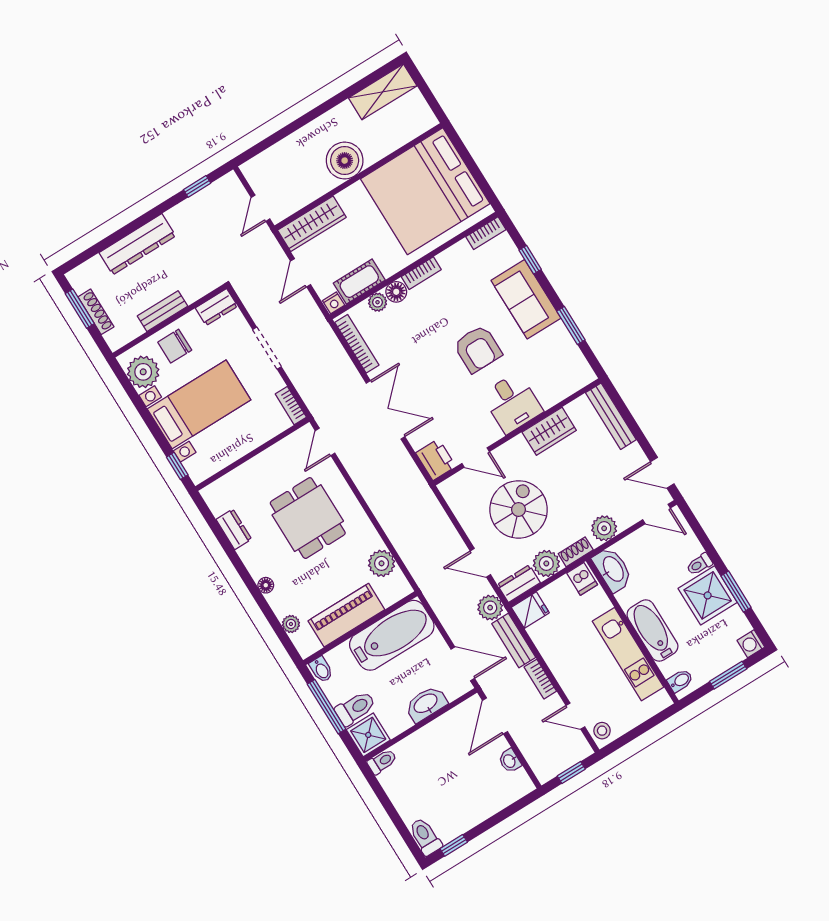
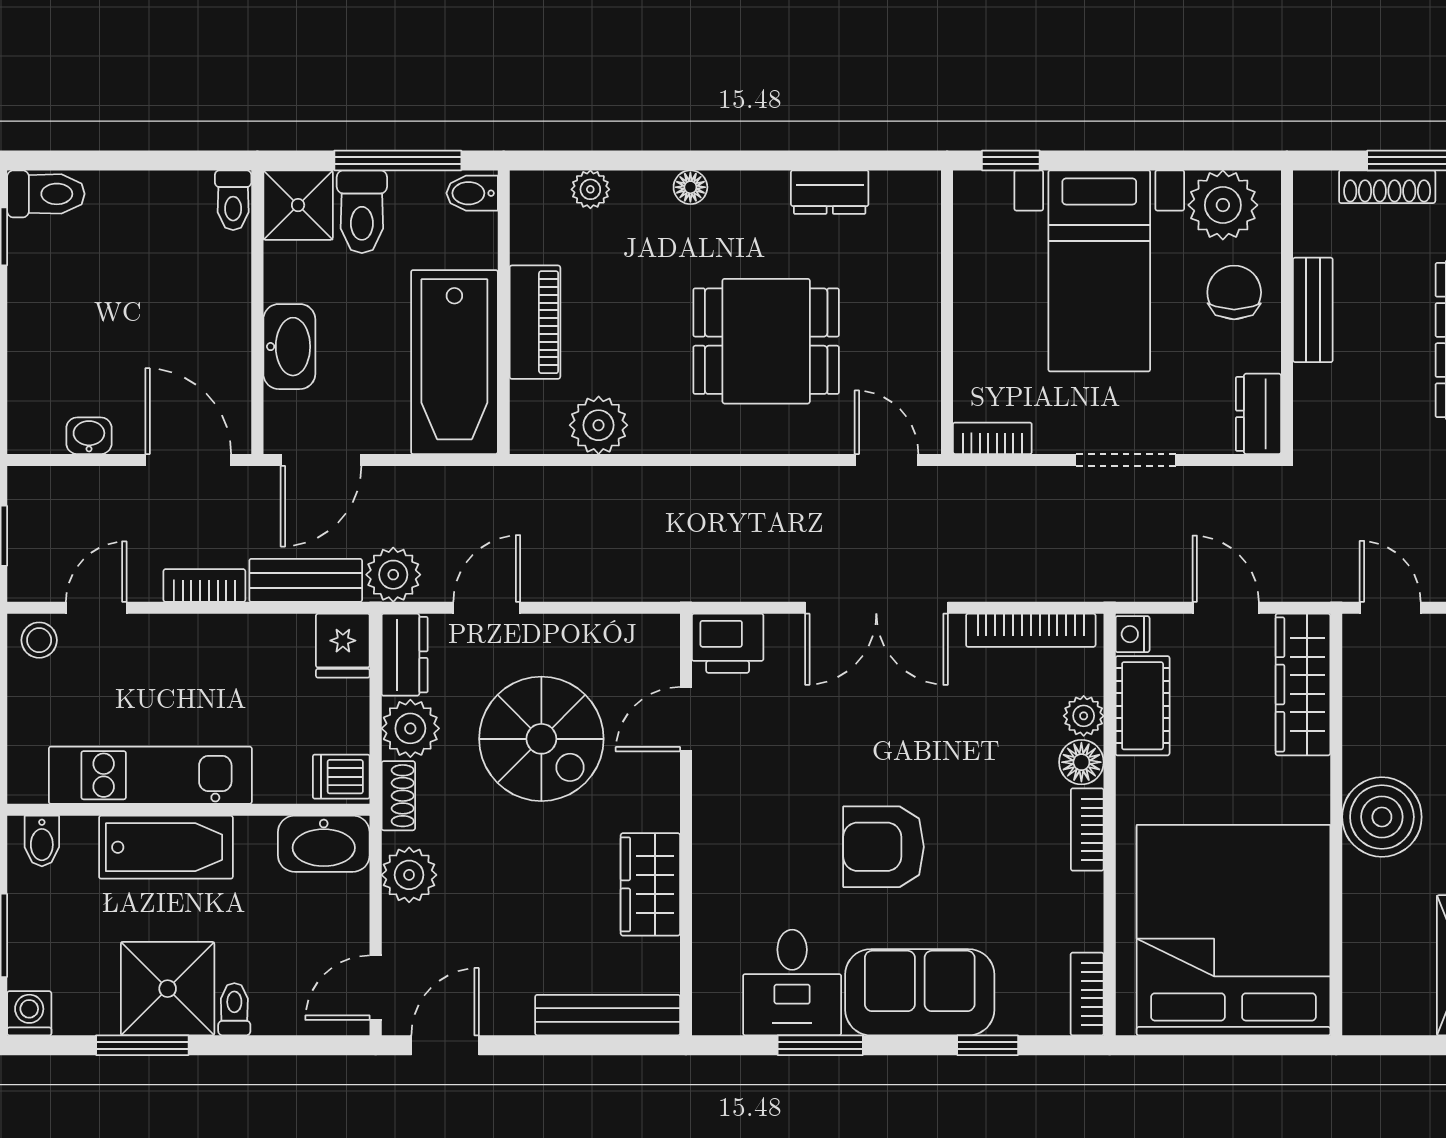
desk: (512, 403) -> (792, 982), moved, turned -90
piano: (346, 615) -> (535, 322), width x0.73, depth x0.75

